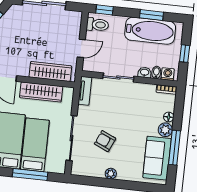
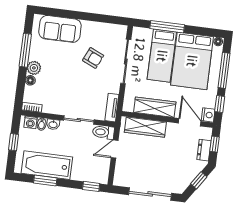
toilet: (97, 25) -> (103, 132), moved
sofa: (157, 158) -> (60, 29), moved, turned 90
plant: (111, 174) -> (88, 26), removed

